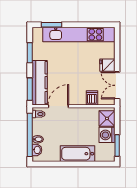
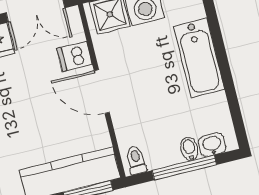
door: (58, 106) -> (102, 91), moved
window: (30, 135) -> (184, 168), width x0.68

